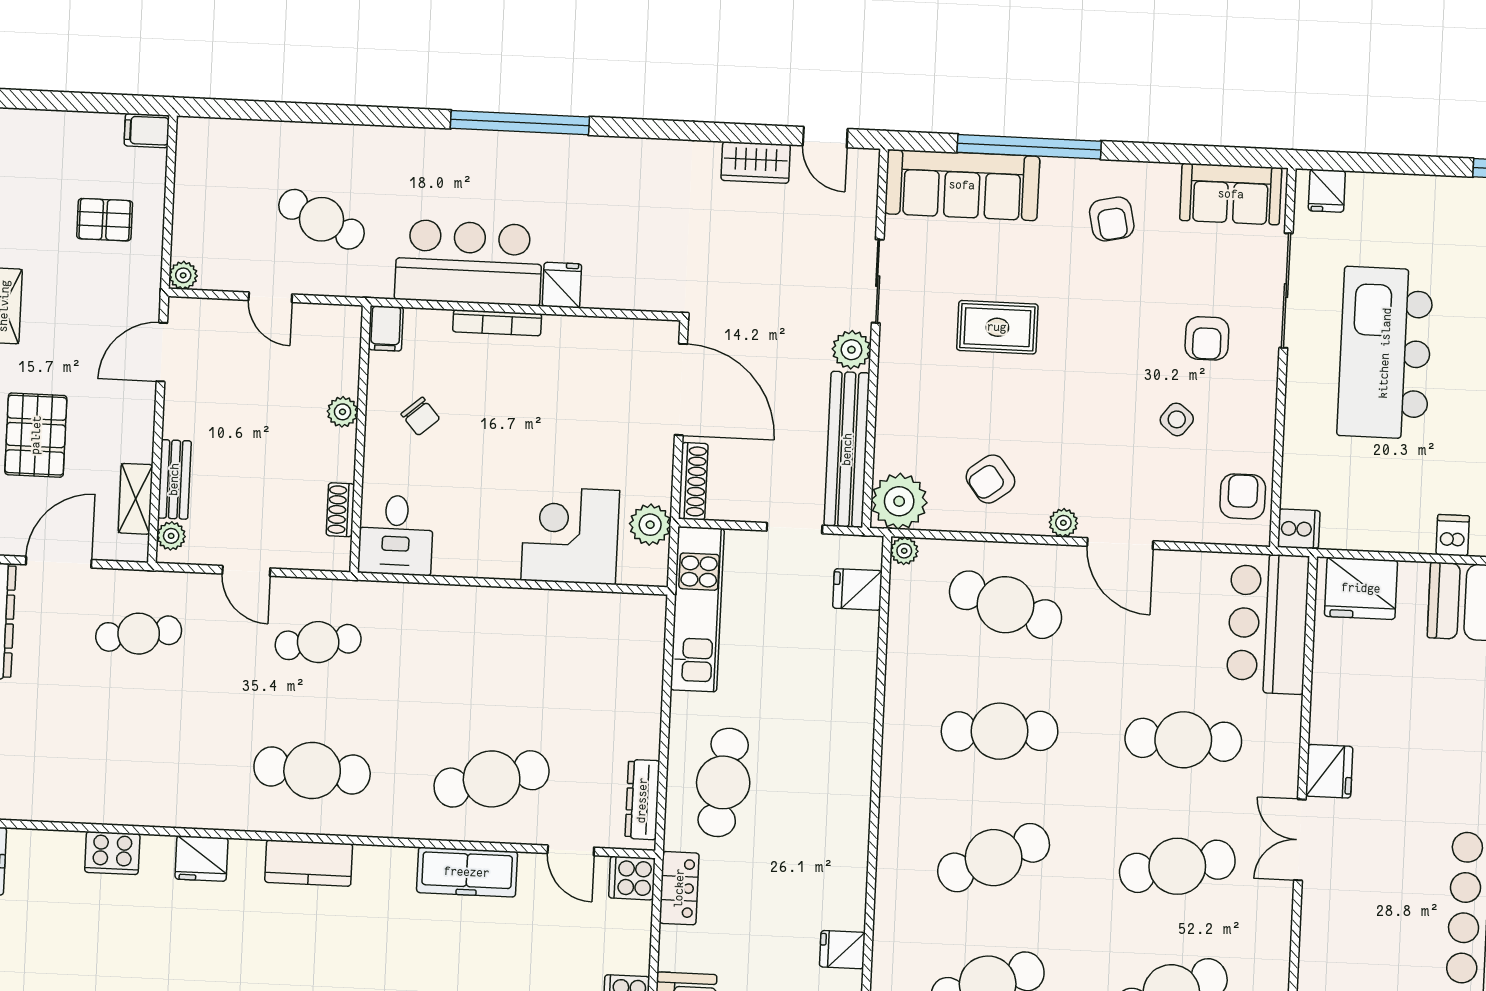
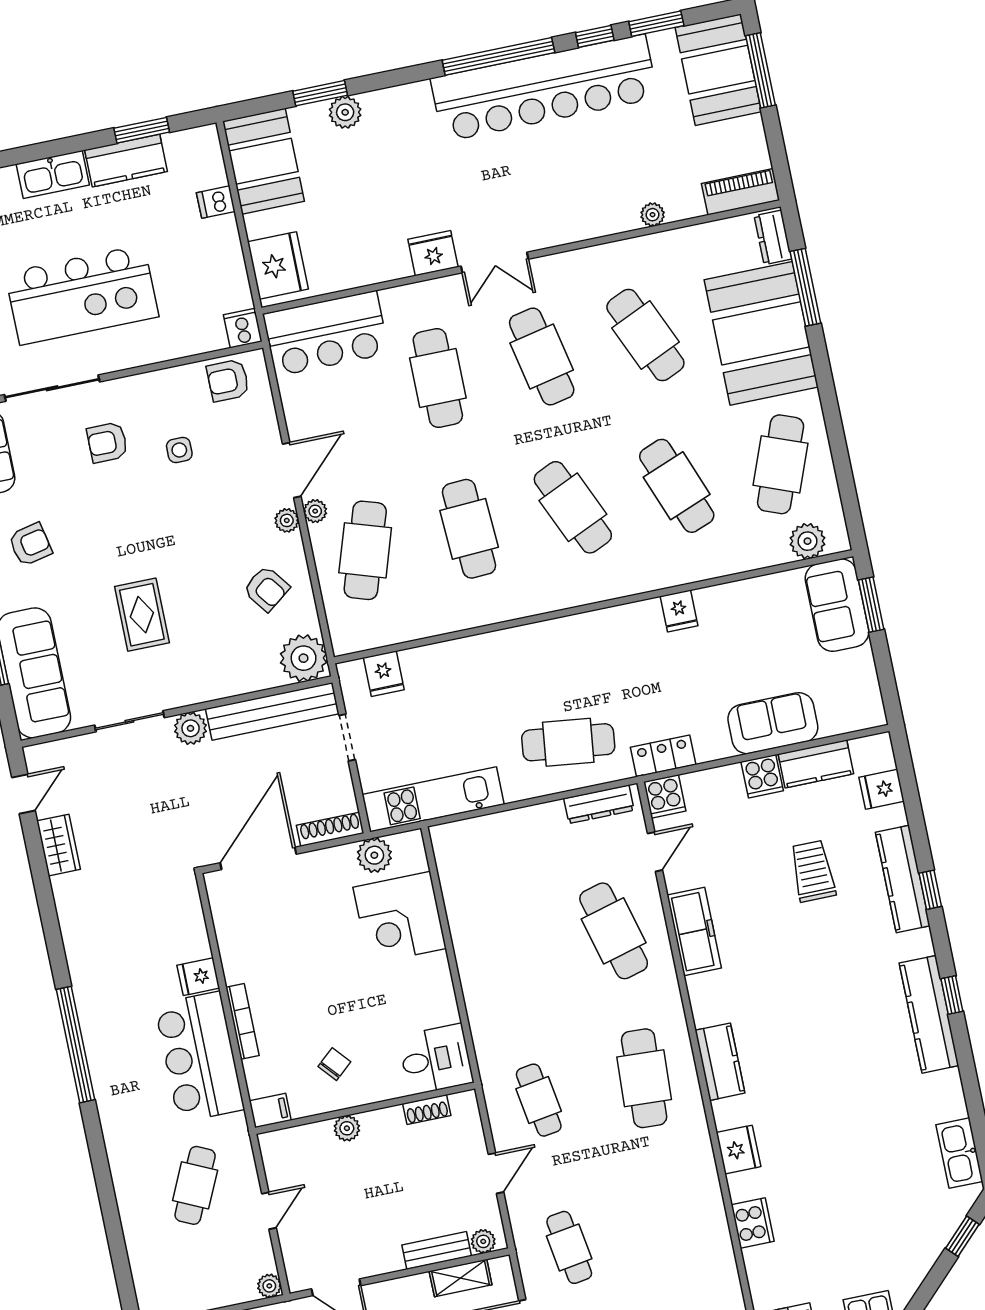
armchair: (1207, 338) -> (107, 442), turned 180
side table: (1177, 419) -> (179, 450), turned -38
plant: (904, 551) -> (315, 511), moved

